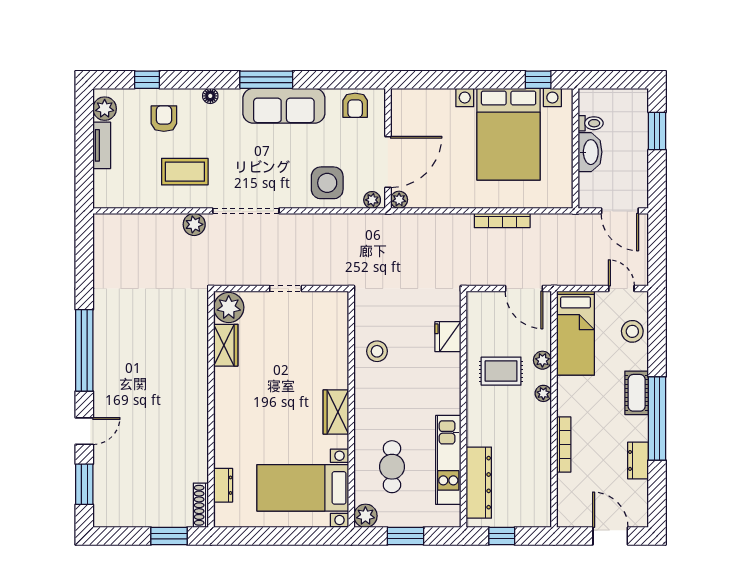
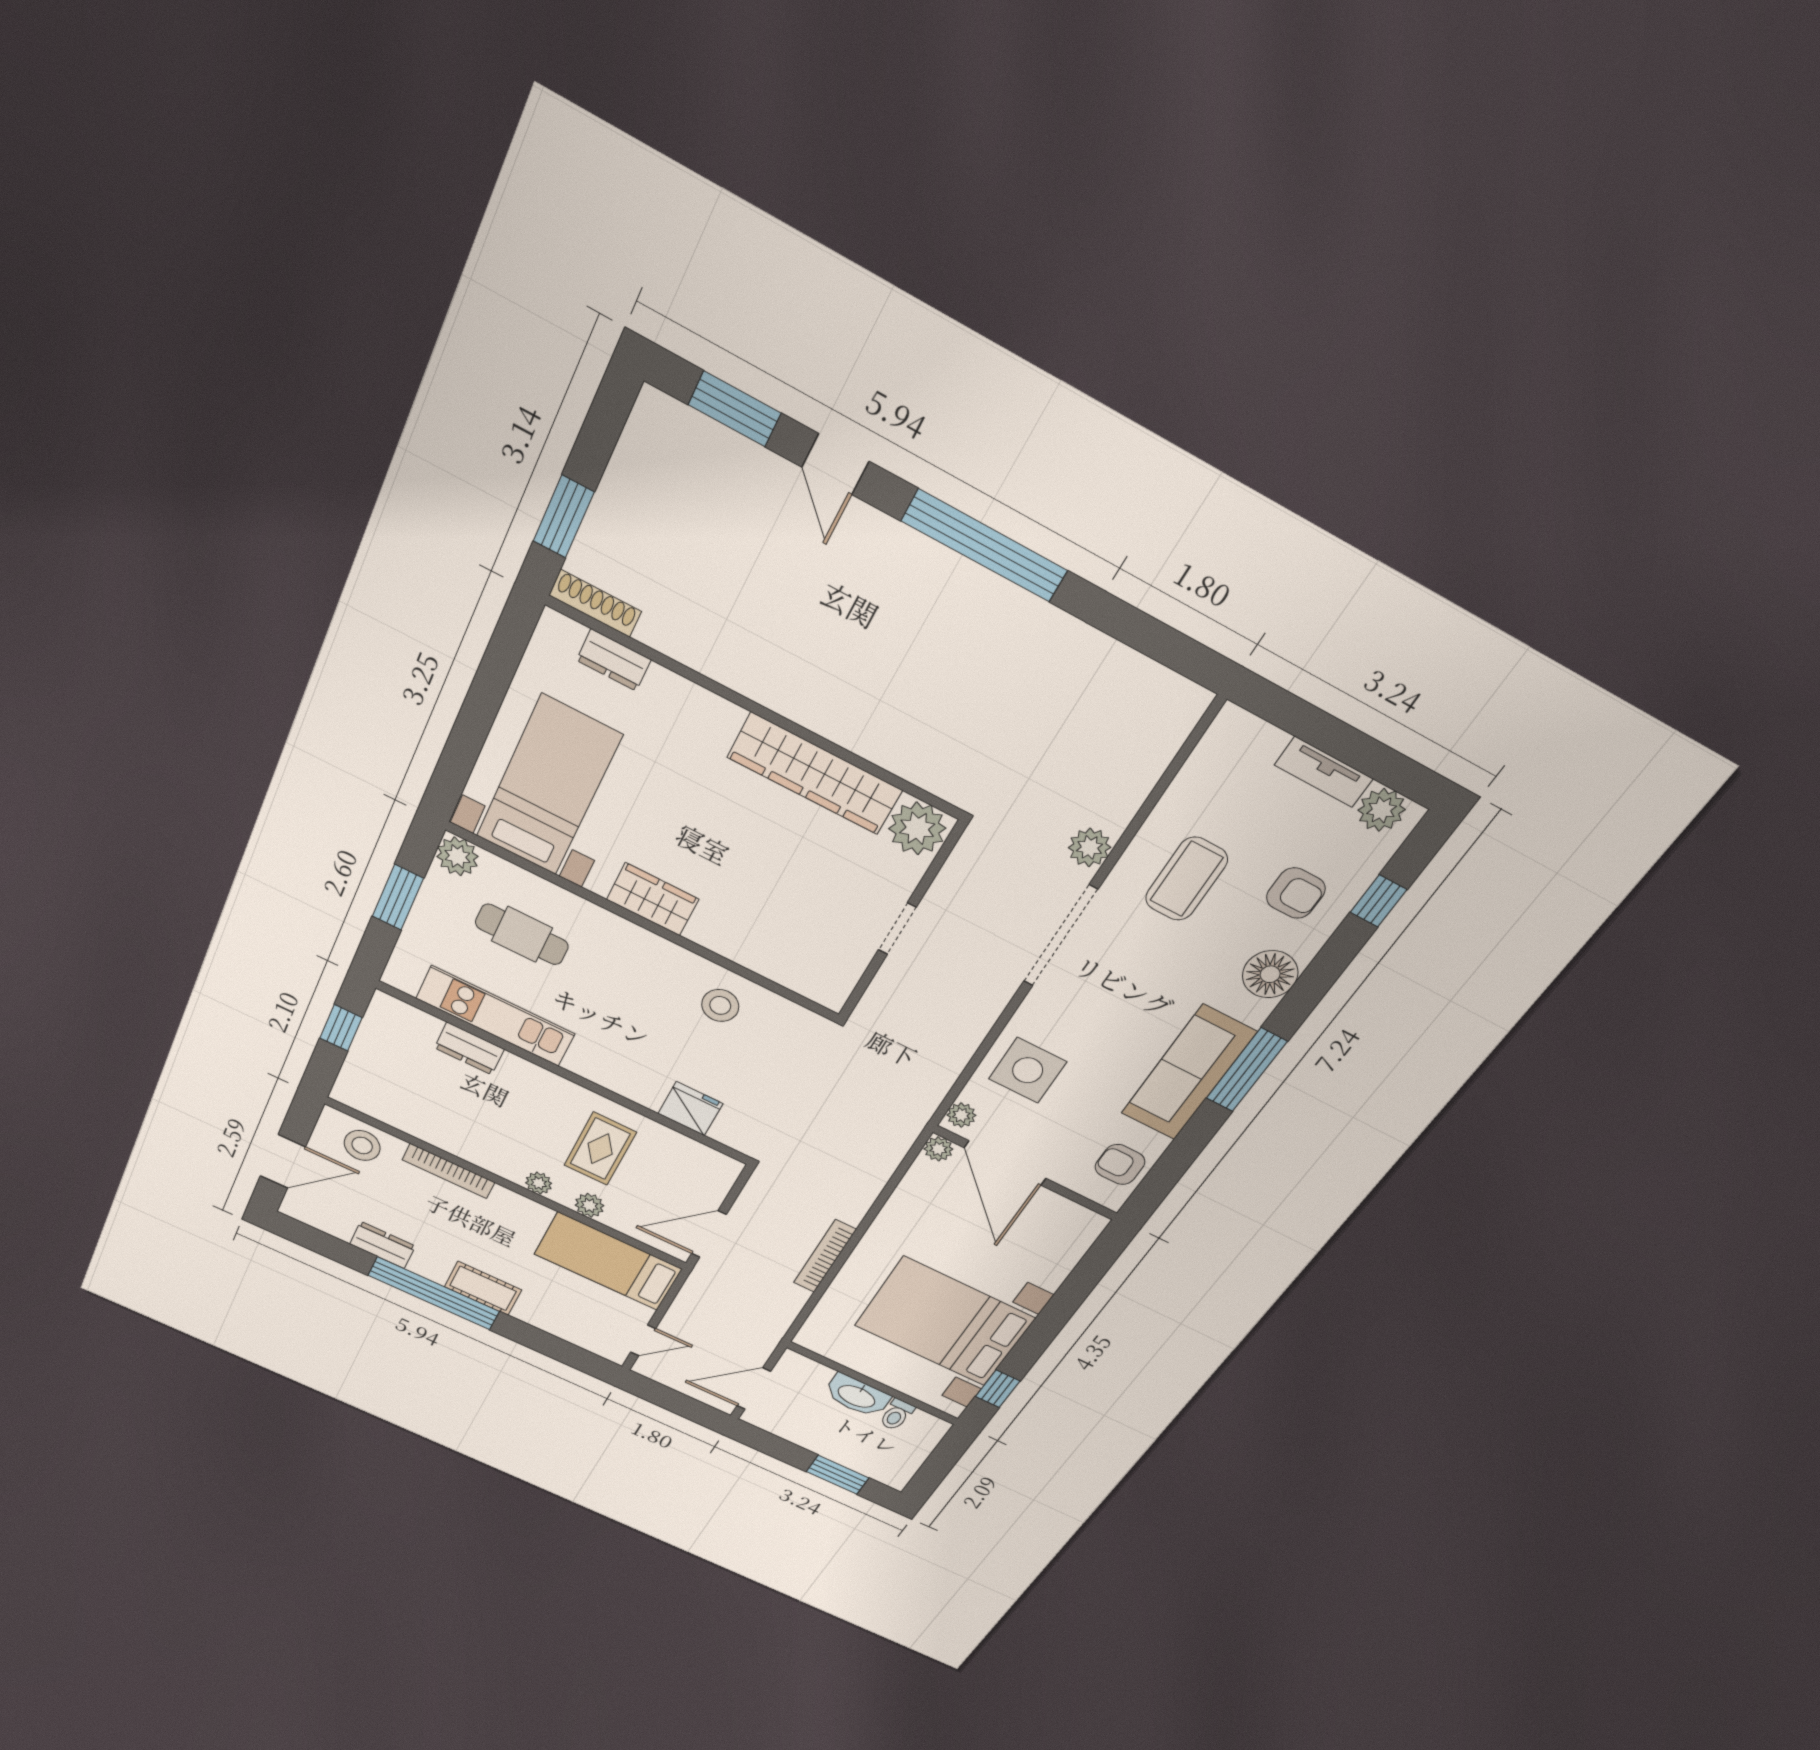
floor lamp: (210, 96) -> (1270, 974), width x1.89, depth x1.89
stool: (632, 331) -> (362, 1145), moved
wardrobe: (226, 345) -> (815, 774), width x2.10, depth x1.17
dresser: (479, 483) -> (469, 1048), width x0.51, depth x0.80

